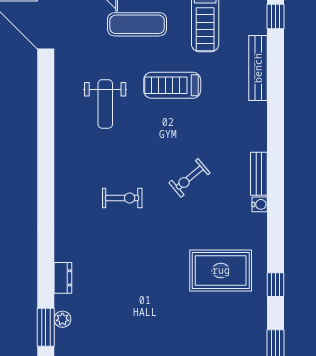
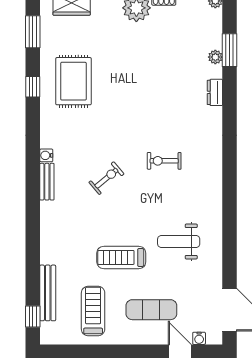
bench: (258, 68) -> (48, 293), moved
treadmill: (172, 85) -> (121, 257), turned 180
weight bench: (105, 104) -> (179, 241), turned -90
rug: (221, 270) -> (73, 81), moved, turned 90

